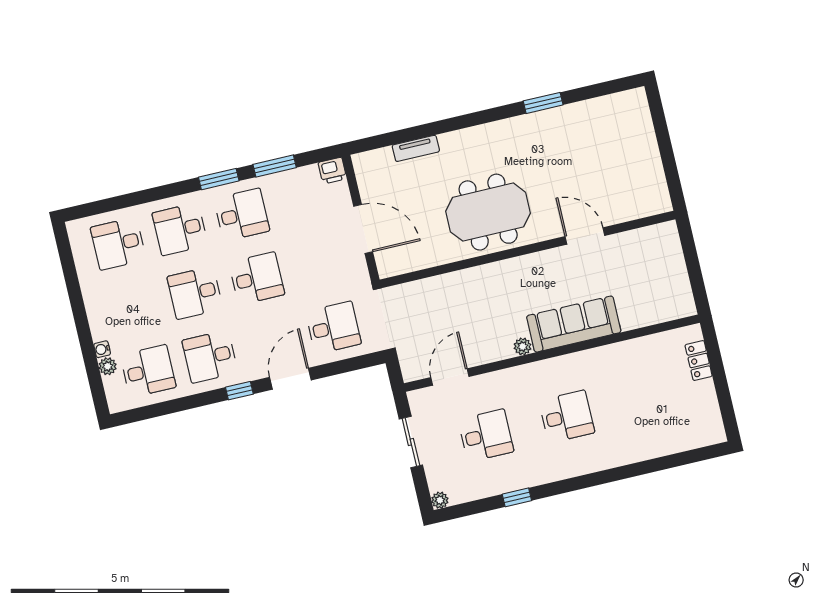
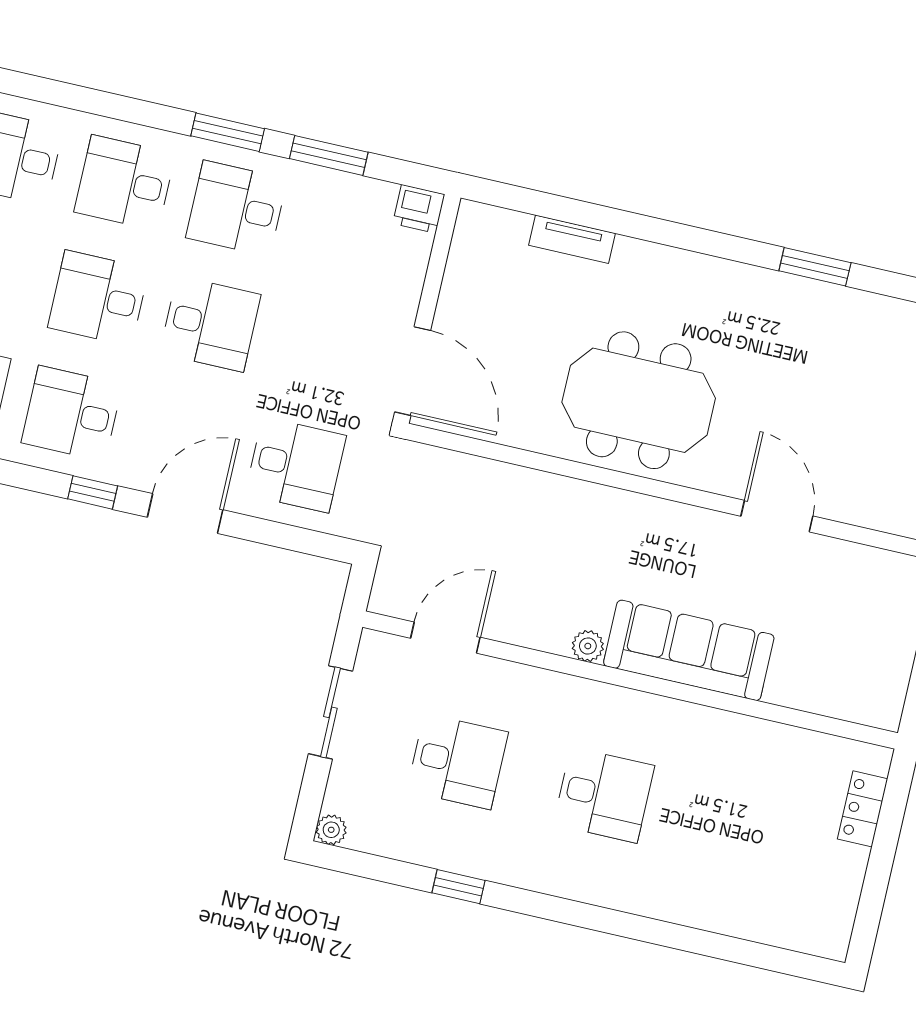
desk: (242, 215) -> (237, 208), turned 180
door: (363, 229) -> (413, 371), moved

